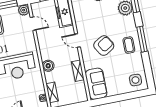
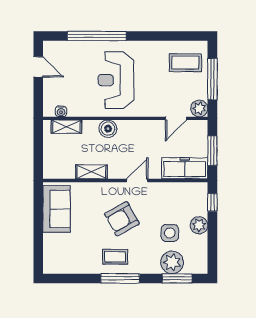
armchair: (104, 46) -> (122, 219), turned 93
side table: (135, 80) -> (170, 233), moved
sofa: (96, 84) -> (57, 209), moved, turned -90

